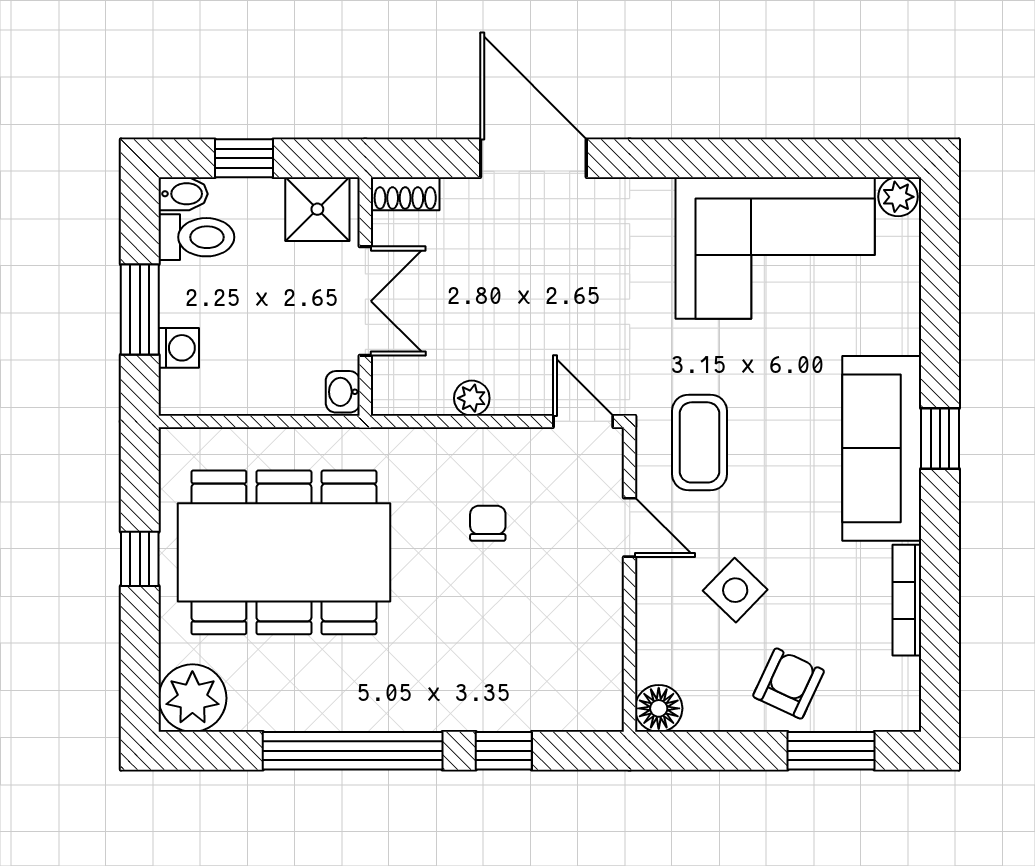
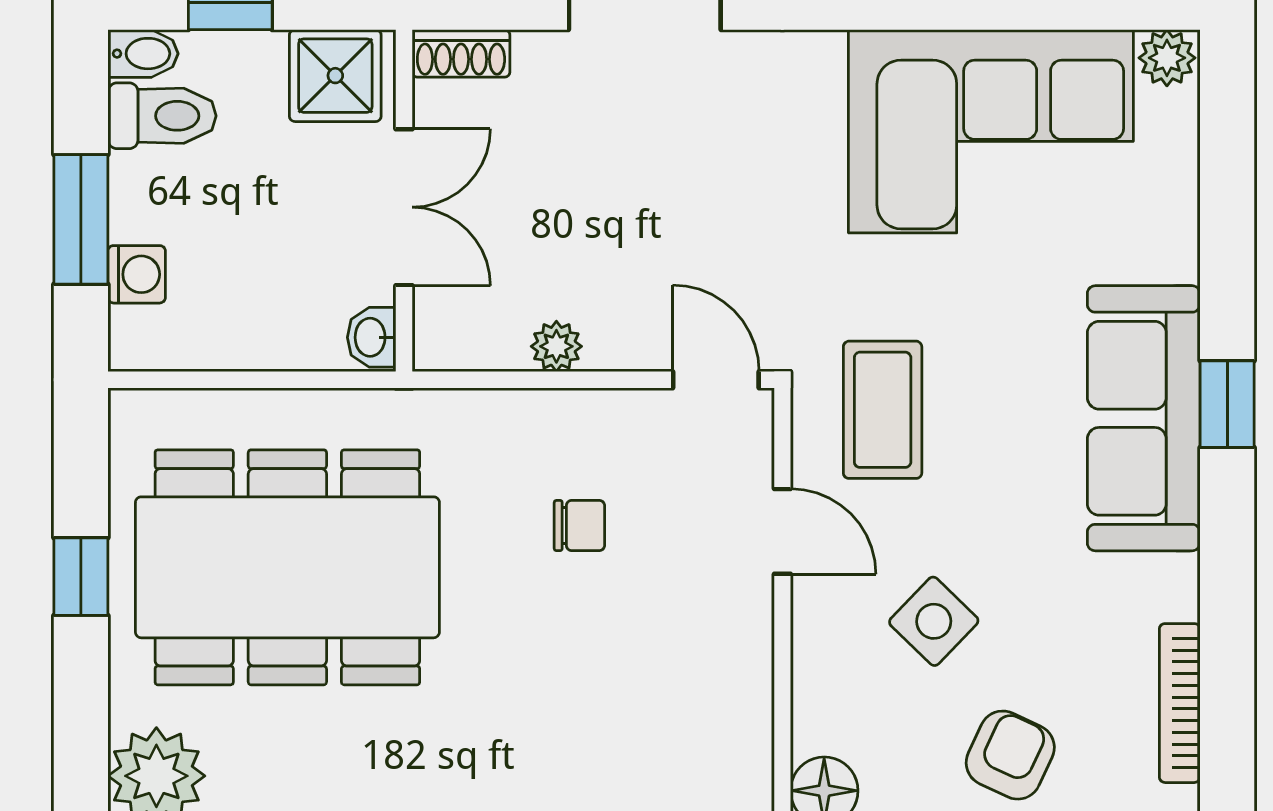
chair: (488, 523) -> (579, 526), turned 90
bookcase: (907, 600) -> (1180, 703), moved

